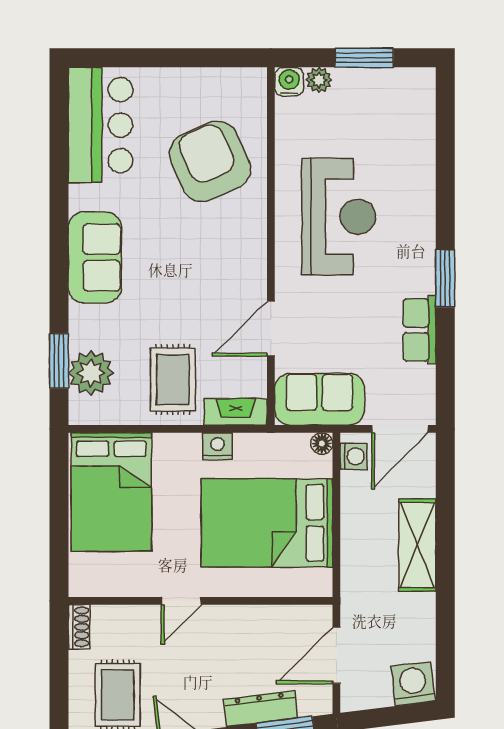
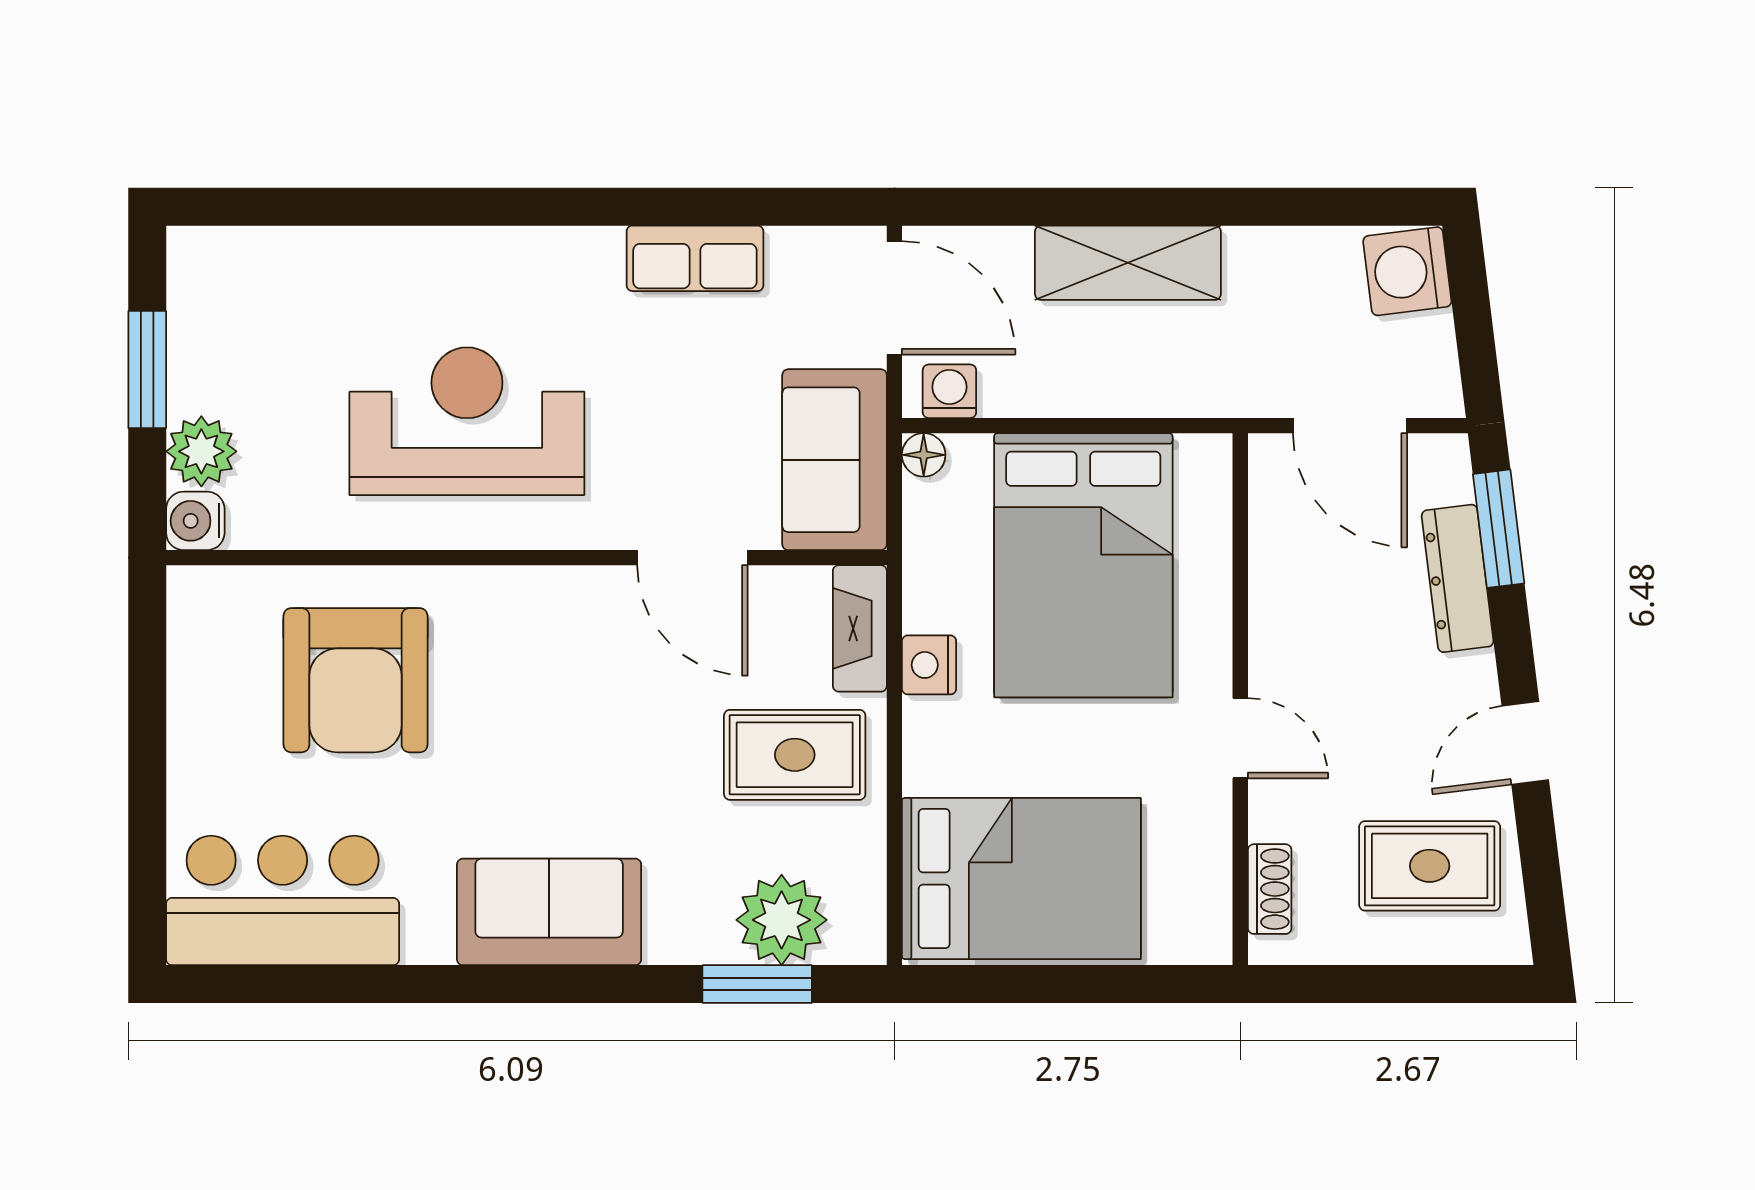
plant: (319, 80) -> (201, 451), width x1.38, depth x1.38
armchair: (210, 161) -> (355, 680), turned -66
window: (445, 278) -> (591, 207), removed
shoe rack: (79, 627) -> (1270, 889), moved, turned 90

